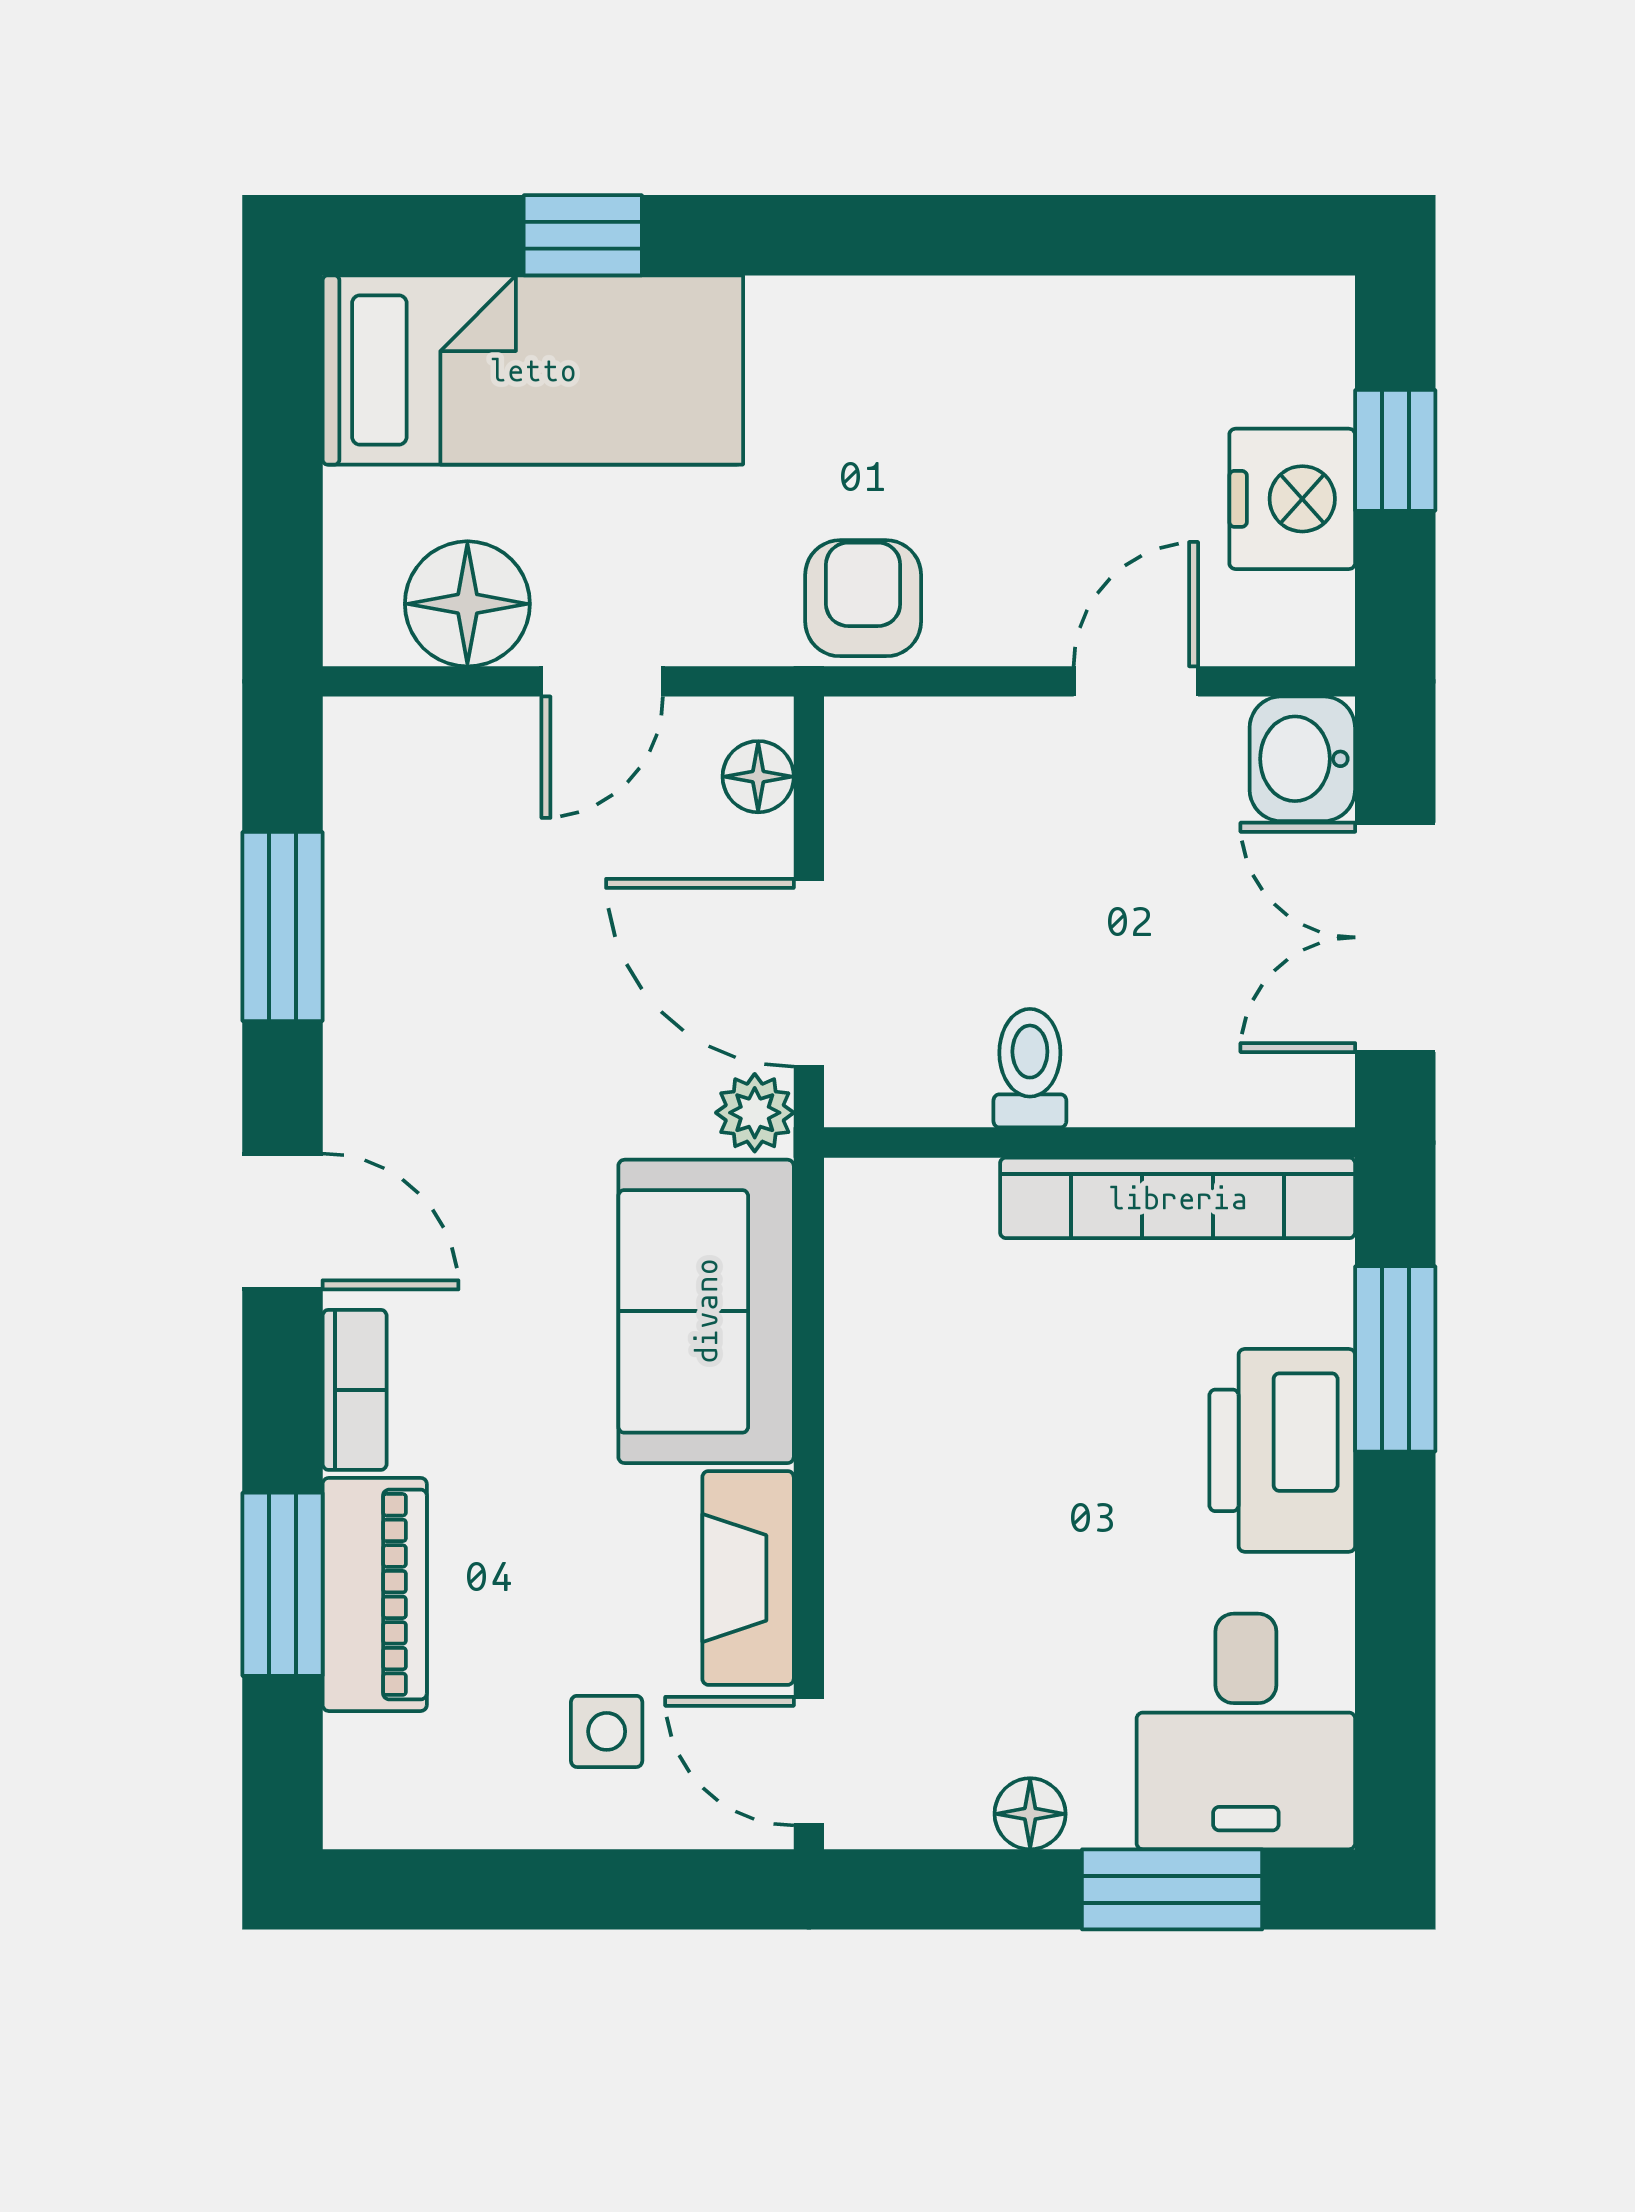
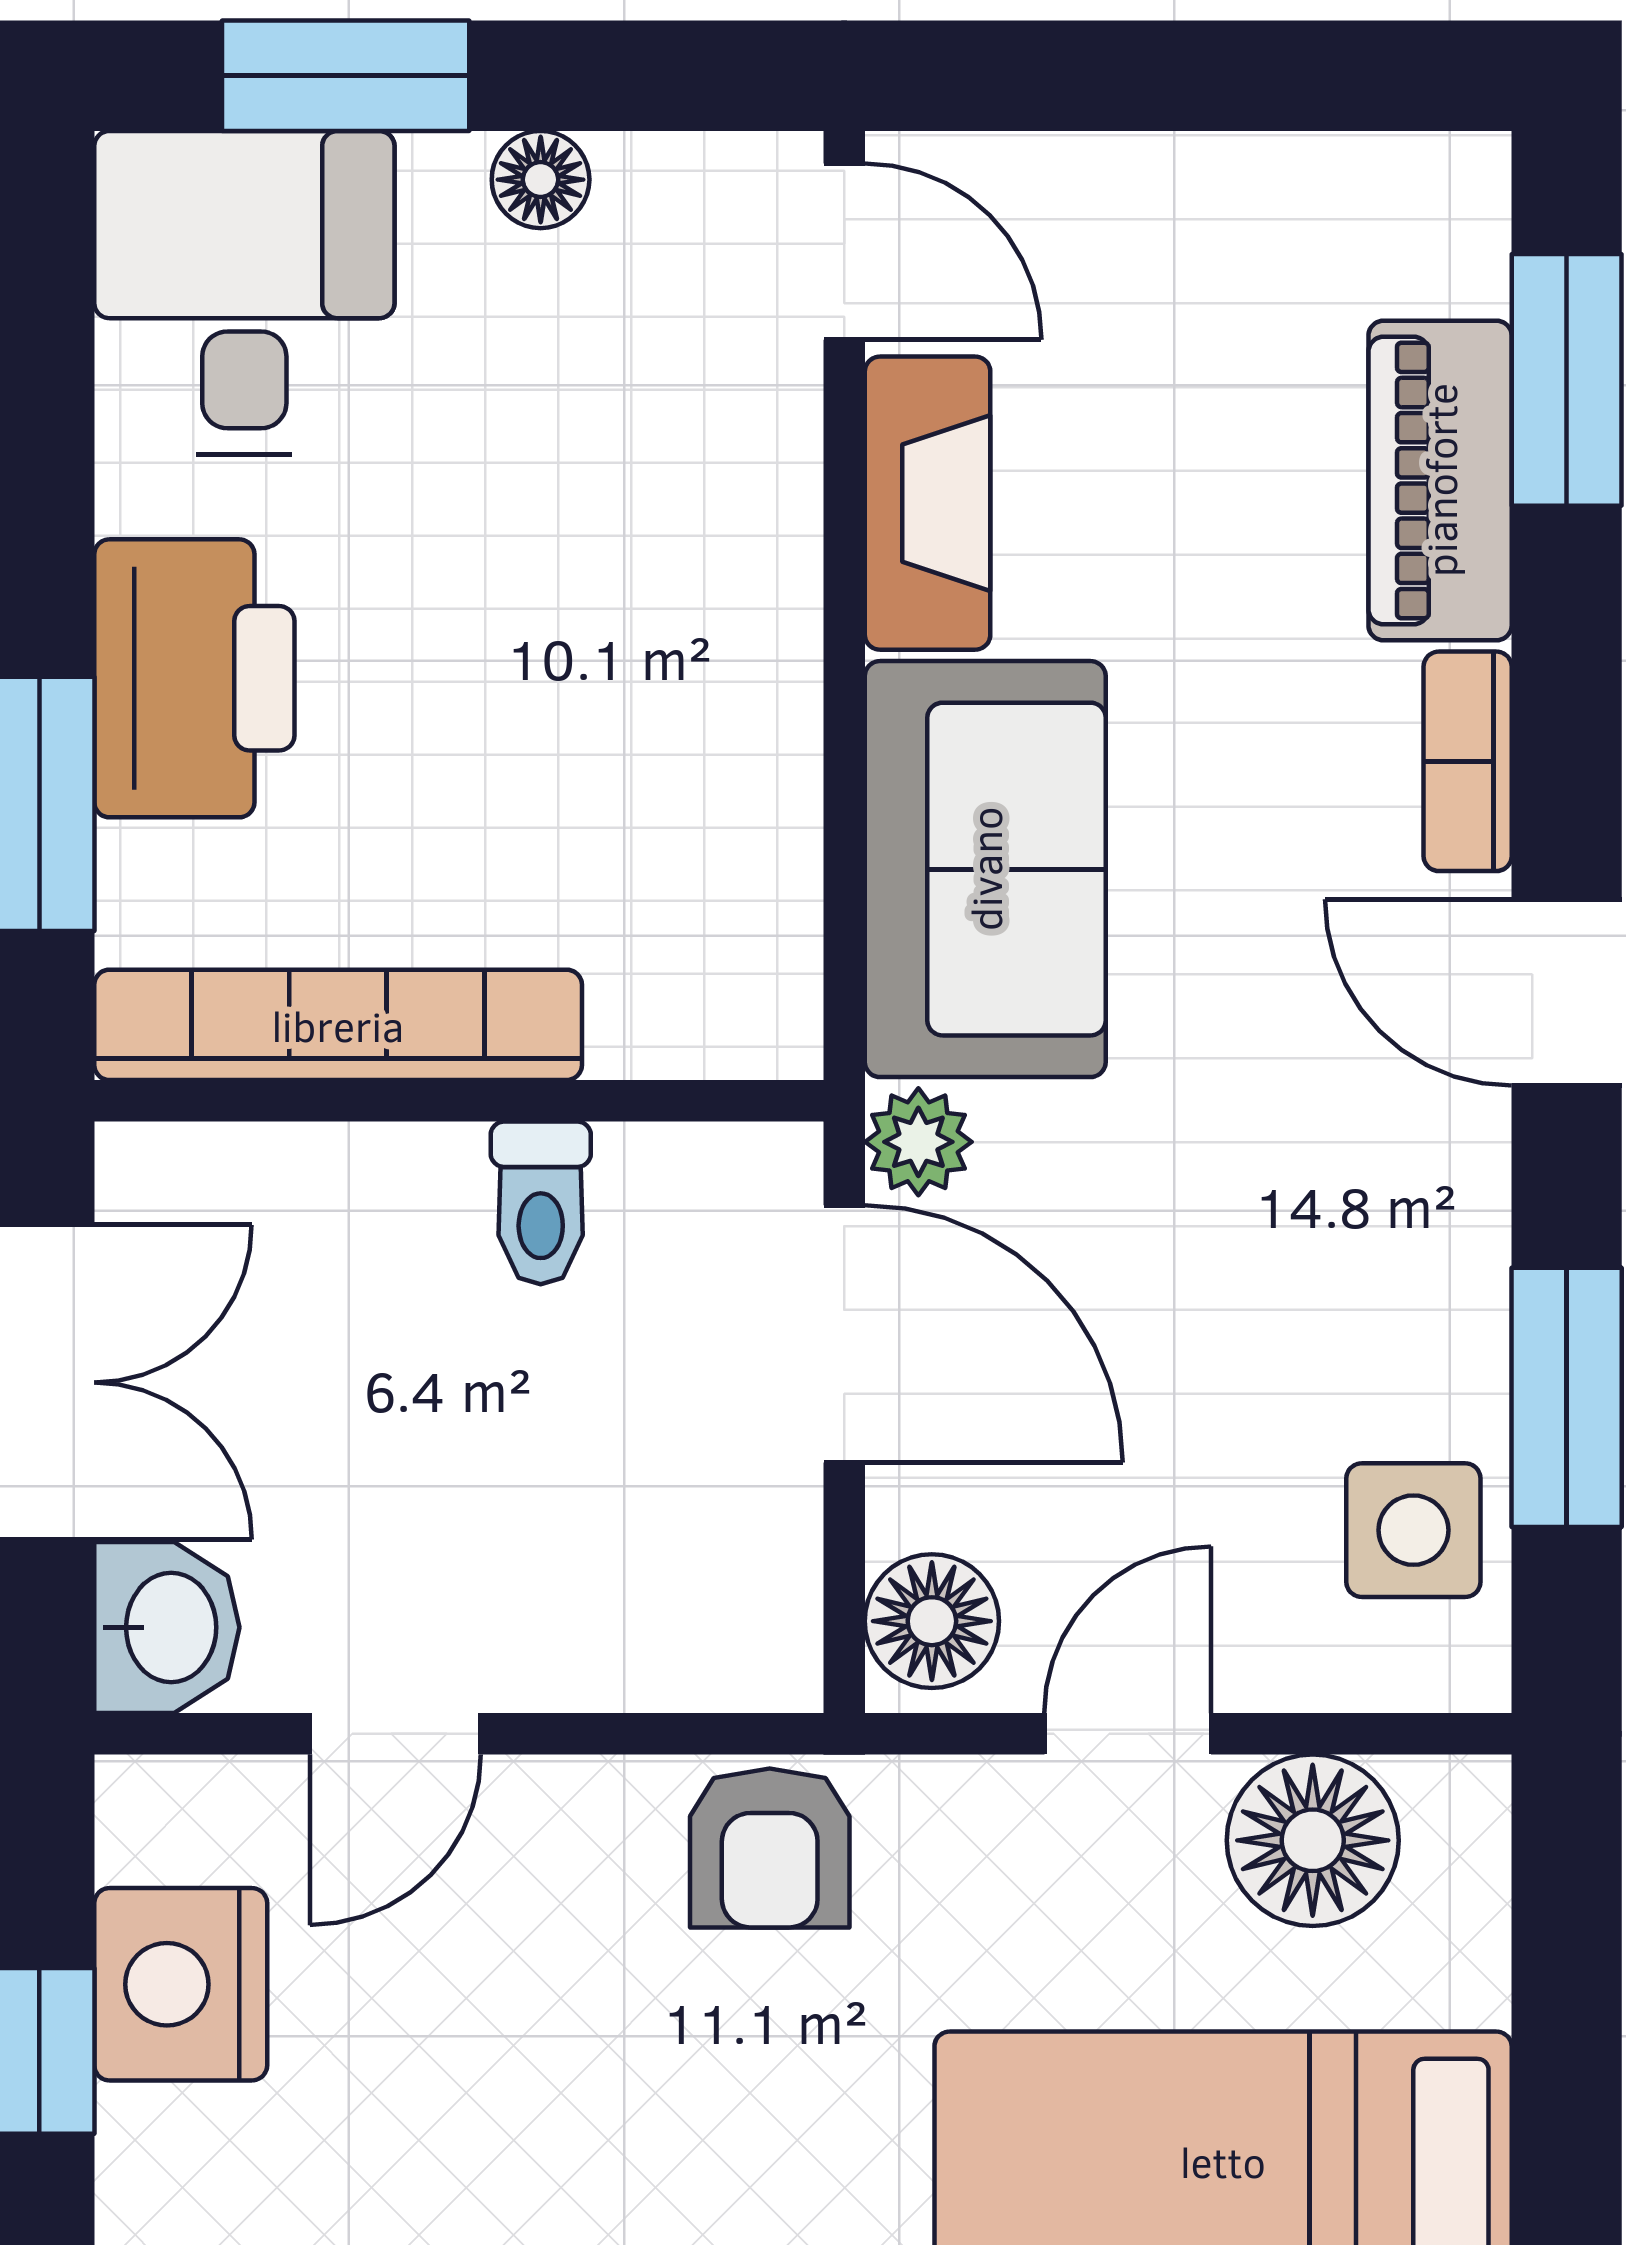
floor lamp: (758, 777) -> (932, 1621), width x1.37, depth x1.37
window: (282, 1584) -> (1567, 380), moved
side table: (607, 1731) -> (1413, 1530), moved, width x1.37, depth x1.37

